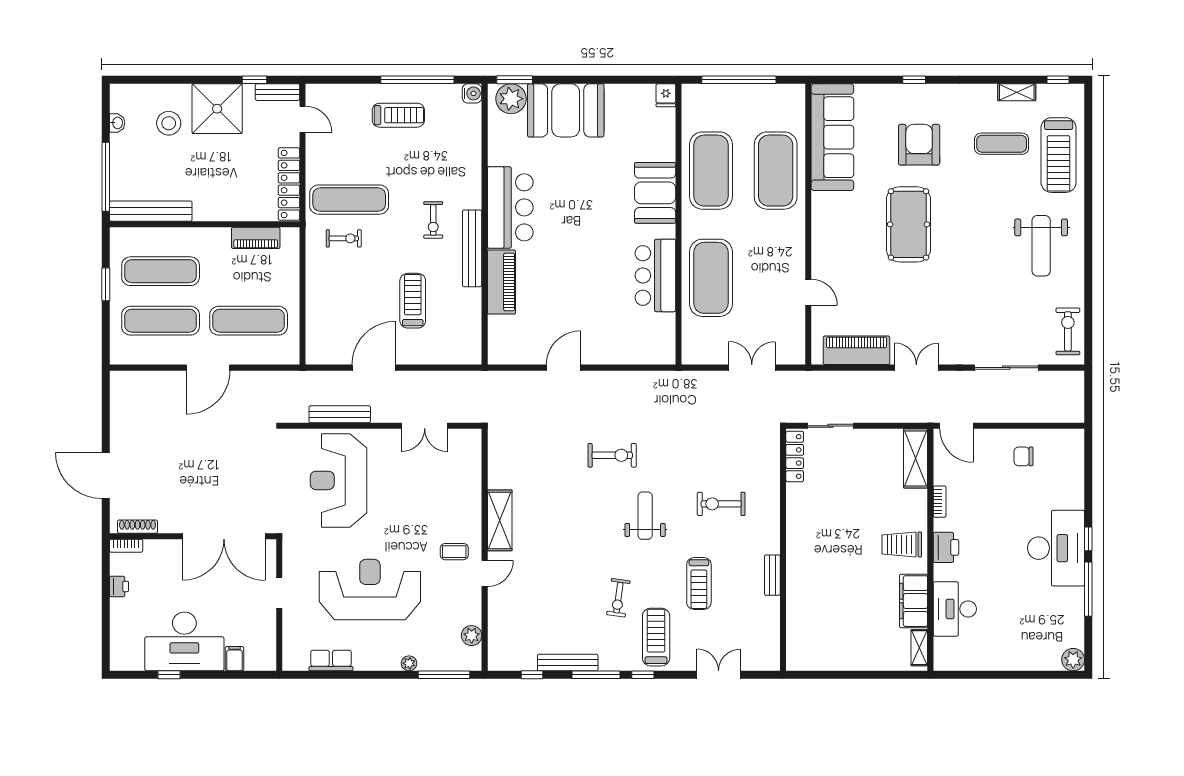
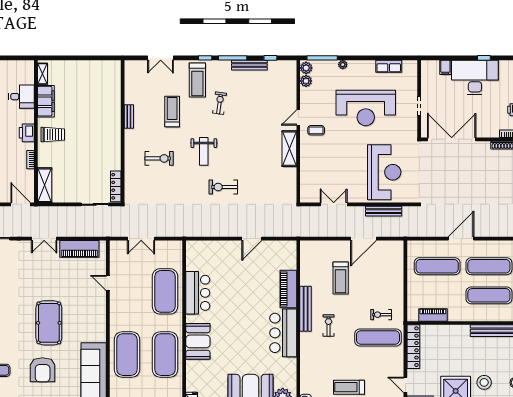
desk: (955, 609) -> (22, 97), width x0.73
plant: (471, 658) -> (306, 68), added

